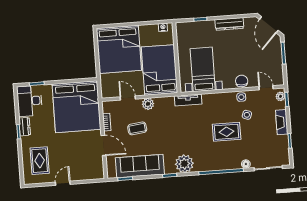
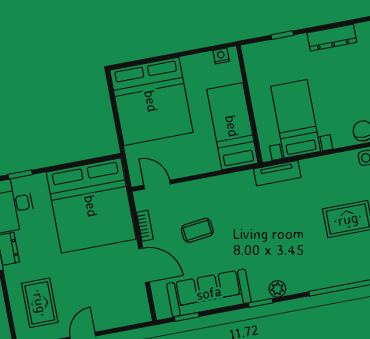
bed: (159, 70) -> (232, 126), width x0.67
door: (128, 98) -> (157, 185), moved
plant: (148, 104) -> (211, 187), removed
plant: (184, 164) -> (277, 289), width x0.53, depth x0.53

